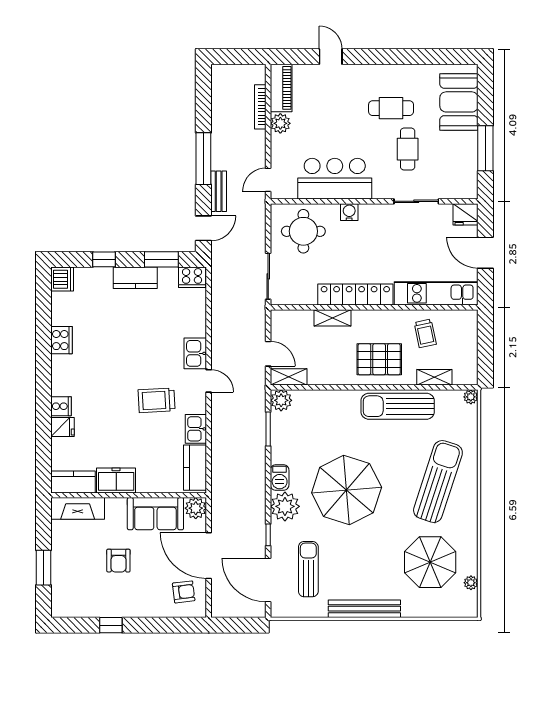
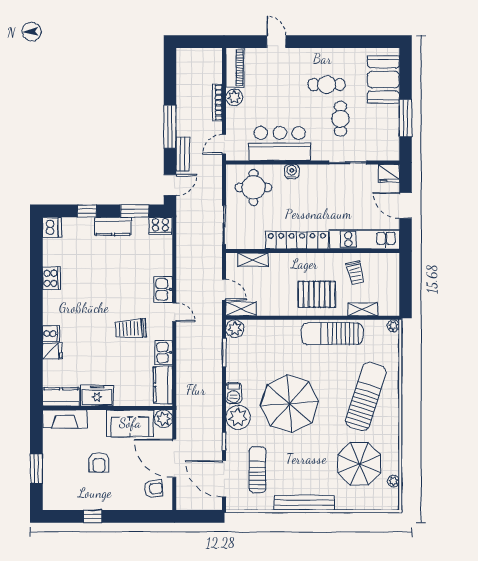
bookcase: (260, 107) -> (217, 103), moved
shelving: (333, 318) -> (253, 260), moved

